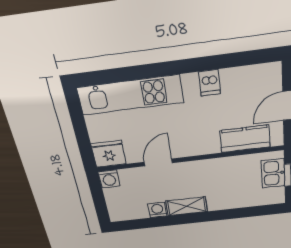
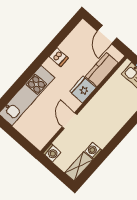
fridge: (109, 154) -> (83, 90), moved
shelving: (187, 206) -> (79, 166), moved

